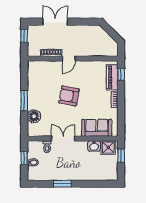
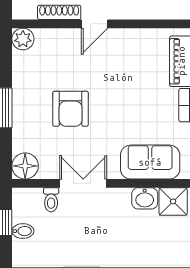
plant: (33, 66) -> (23, 39), added
armchair: (69, 96) -> (71, 109), moved, turned -100
floor lamp: (34, 116) -> (25, 166), moved

